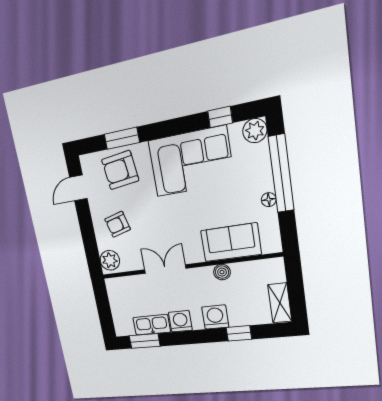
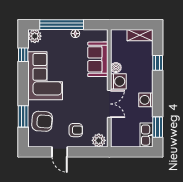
armchair: (120, 170) -> (42, 121), turned -79
door: (78, 188) -> (60, 152), moved
armchair: (118, 224) -> (76, 130), turned -75
double door: (165, 269) -> (109, 104), swing flipped
washing machine: (215, 317) -> (118, 81), moved, turned 180
kitchen sink: (152, 325) -> (146, 135), moved

